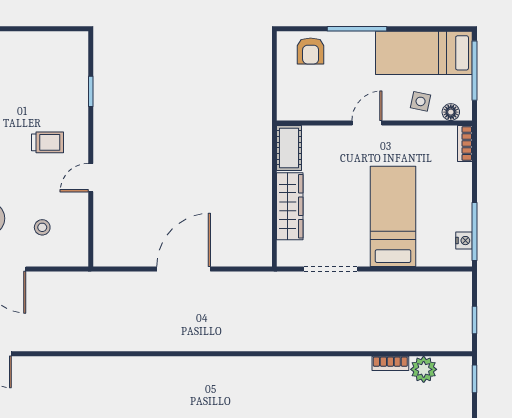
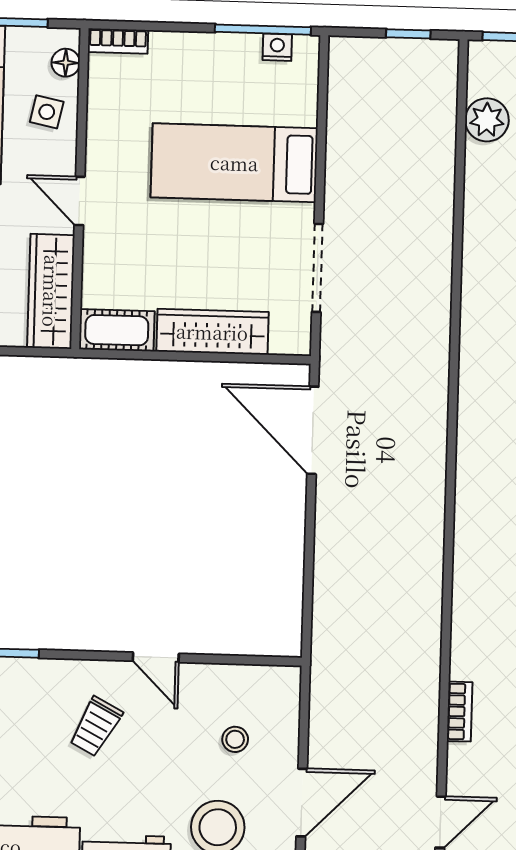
wardrobe: (311, 107) -> (51, 291), added
trolley: (48, 142) -> (96, 726), turned -152
door: (184, 269) -> (313, 430), moved
bookcase: (390, 363) -> (460, 712), moved

